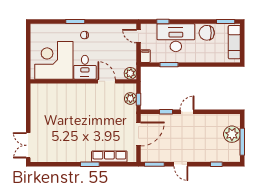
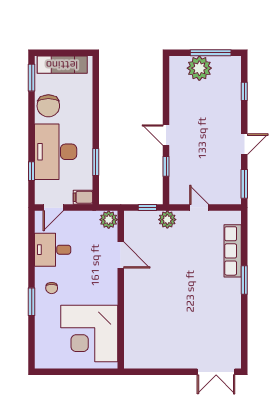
desk: (85, 67) -> (53, 250), moved, turned 180
door: (107, 81) -> (121, 255), swing flipped
plant: (130, 98) -> (167, 220), moved
door: (138, 134) -> (199, 208), width x0.53

